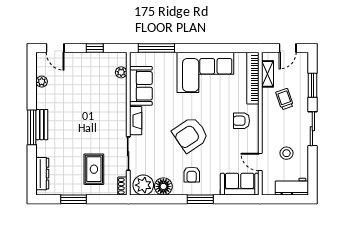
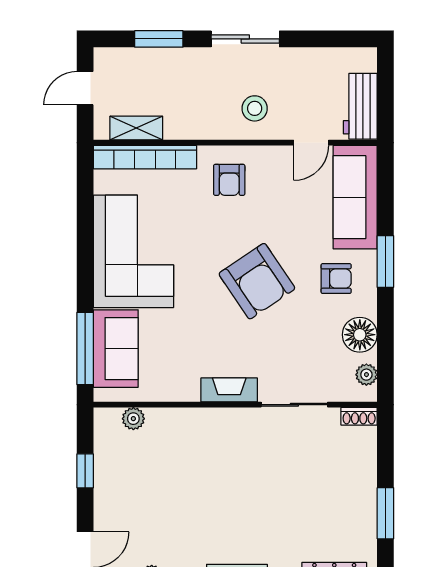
door: (288, 48) -> (85, 88), swing flipped
sofa: (141, 86) -> (116, 349), moved, turned 90
trolley: (285, 99) -> (186, 94), removed
stool: (287, 153) -> (255, 108), moved
rug: (94, 169) -> (325, 473), removed
sofa: (240, 184) -> (355, 197), width x1.36
plant: (143, 185) -> (366, 375), width x0.53, depth x0.53
workbench: (292, 187) -> (360, 106), moved

